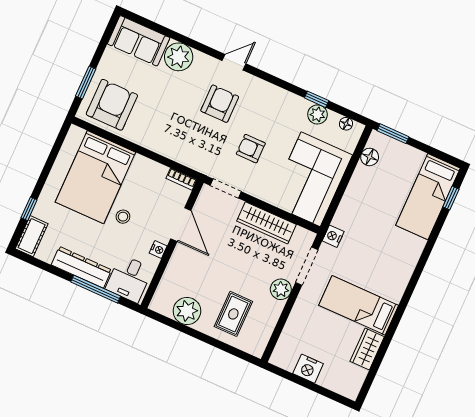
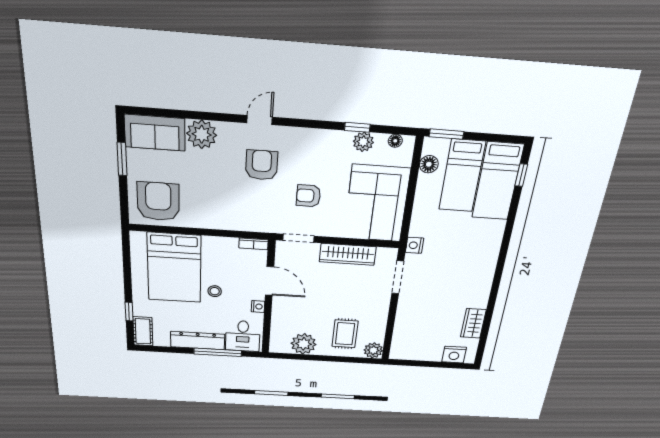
window: (86, 83) -> (122, 159), moved
plant: (281, 289) -> (373, 350), moved
bed: (359, 305) -> (462, 176), moved, turned -90
nightstand: (308, 369) -> (454, 355), moved

